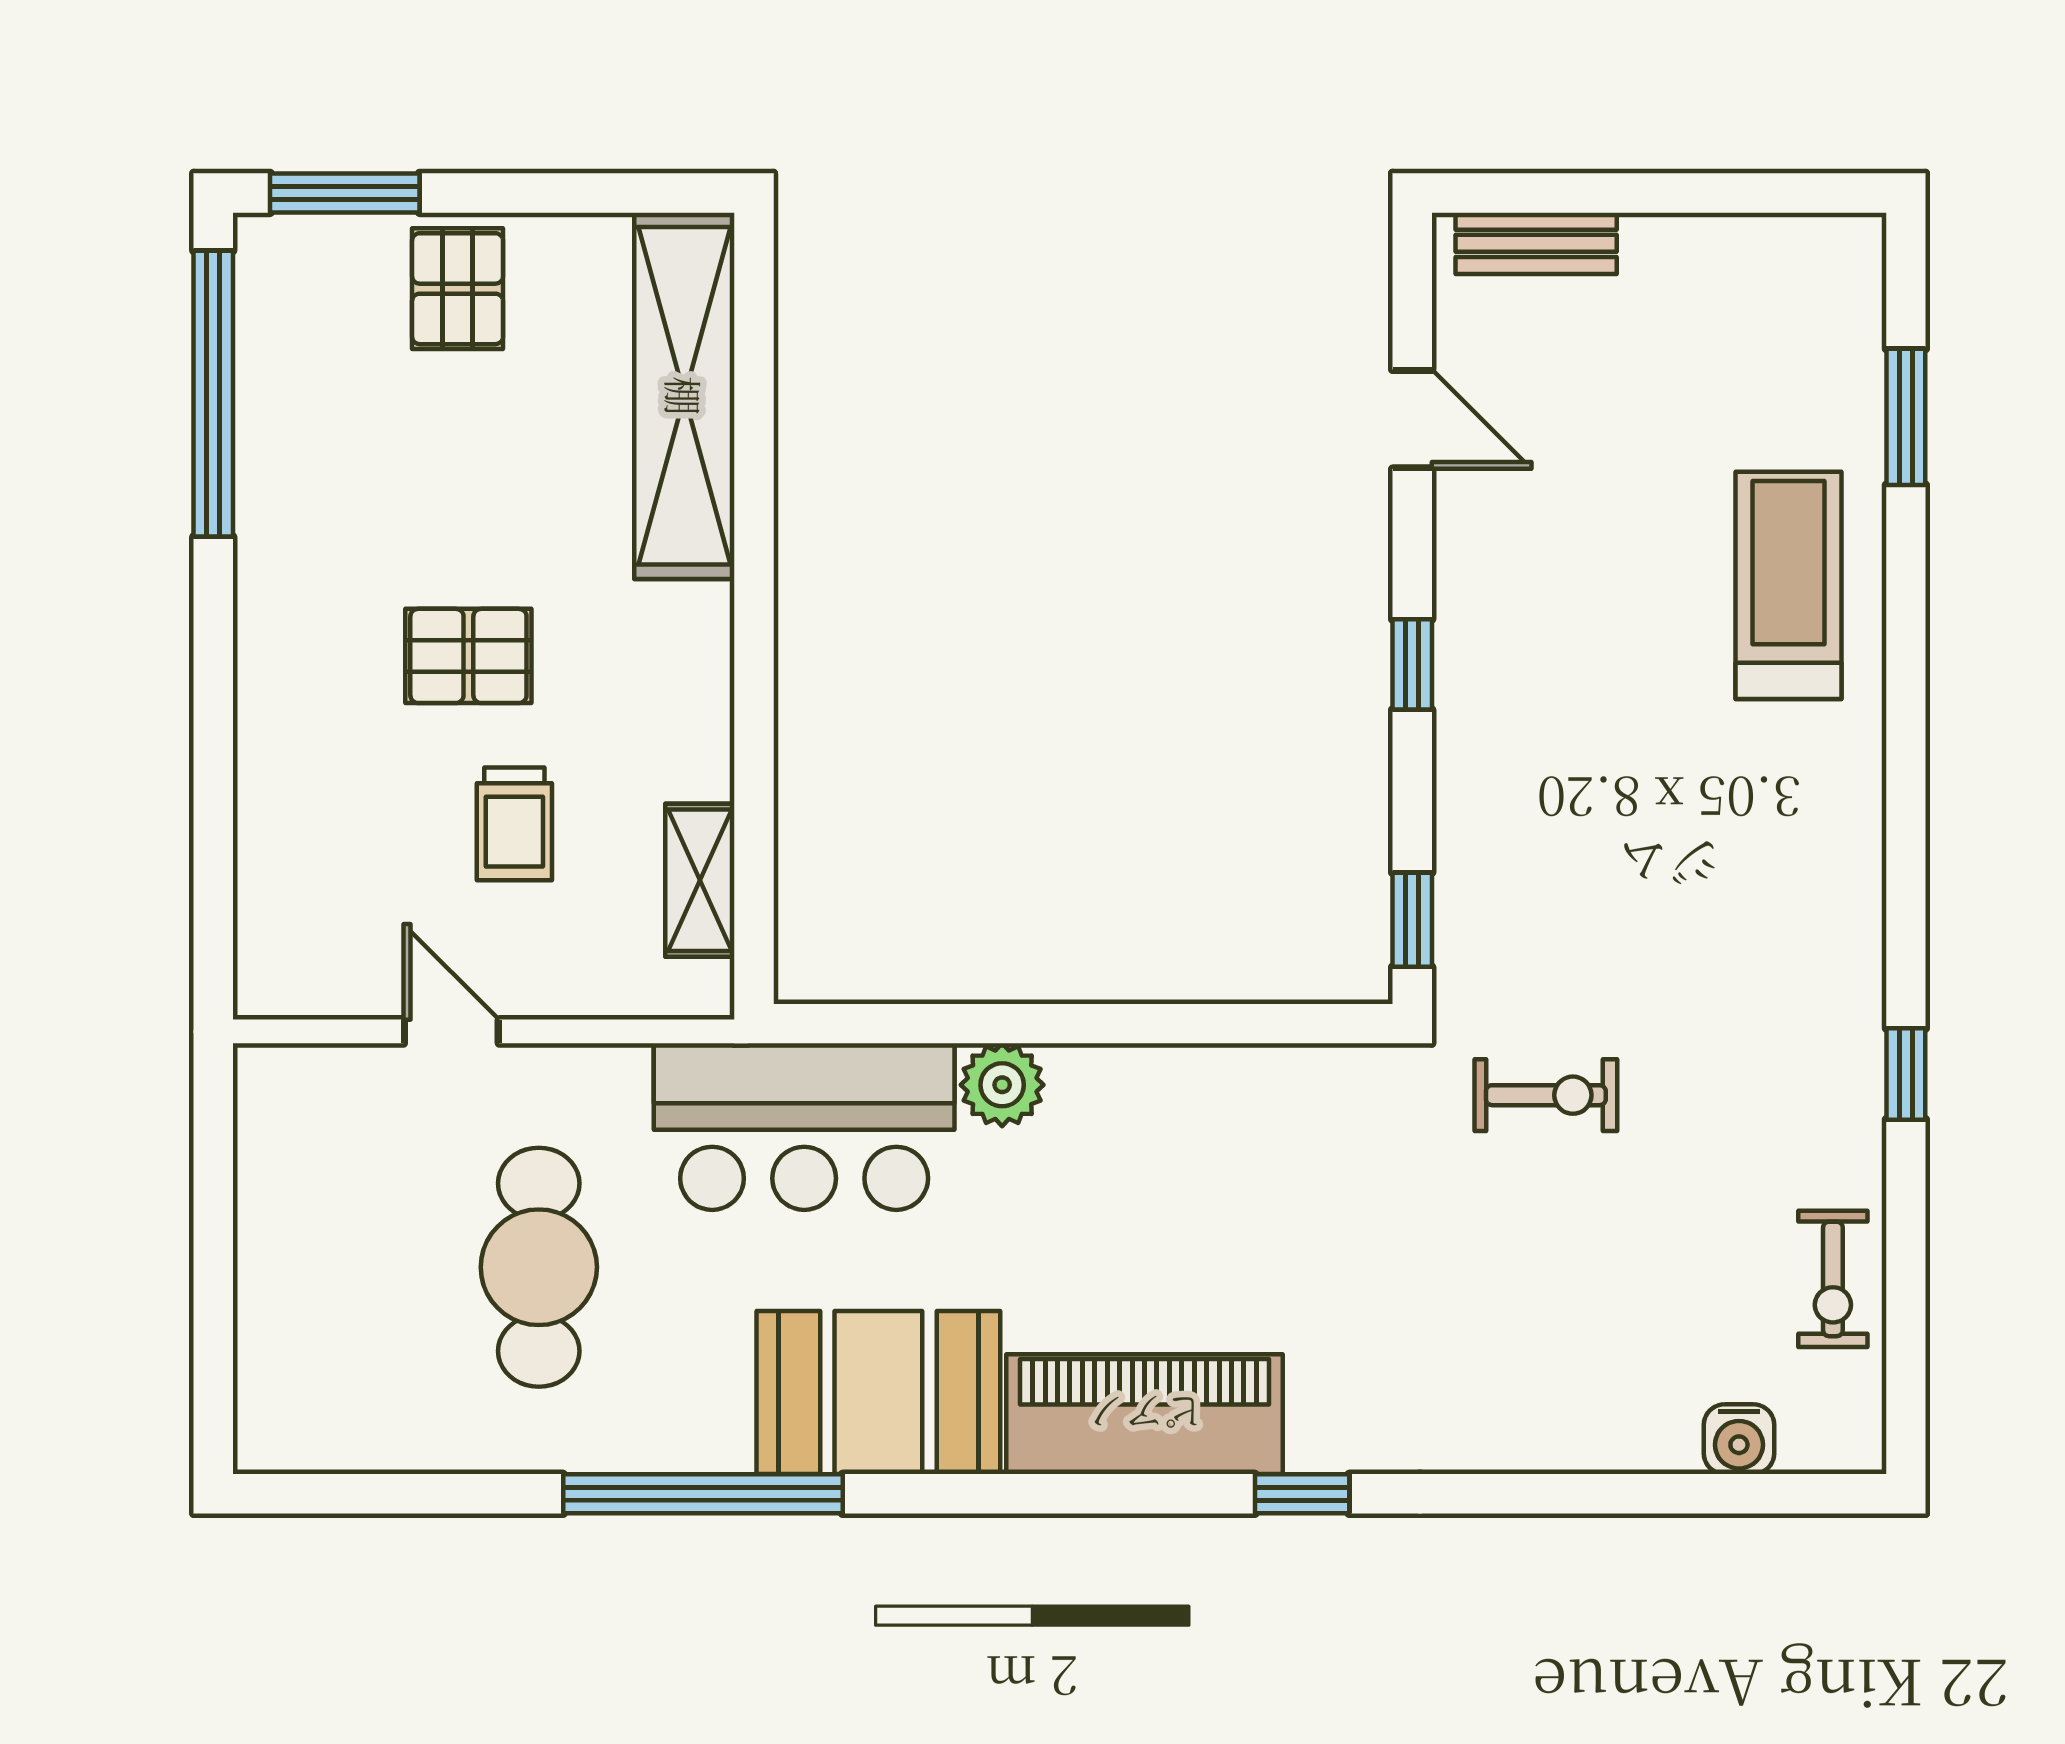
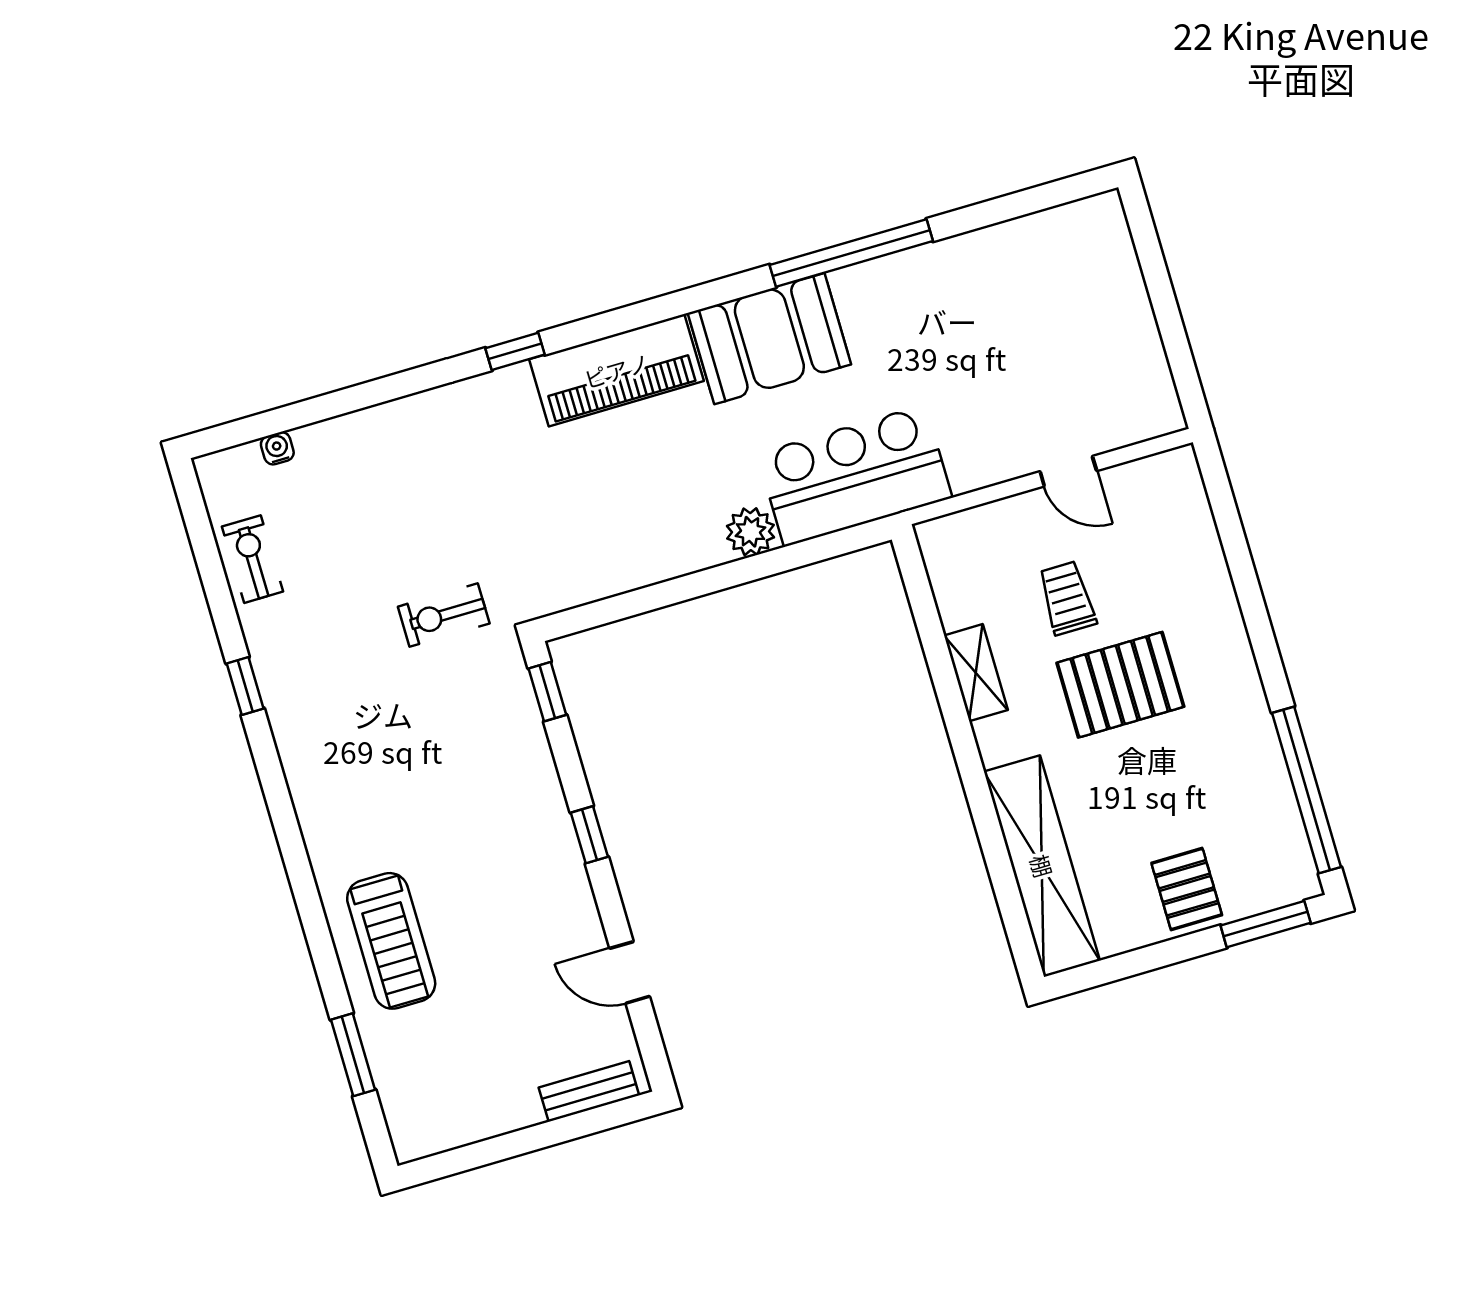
pallet: (468, 656) -> (1120, 685), width x1.50, depth x1.42
shelving: (700, 880) -> (976, 673), moved
cafe table: (539, 1267) -> (981, 353), removed
water cooler: (1739, 1439) -> (277, 448), width x0.72, depth x0.72

